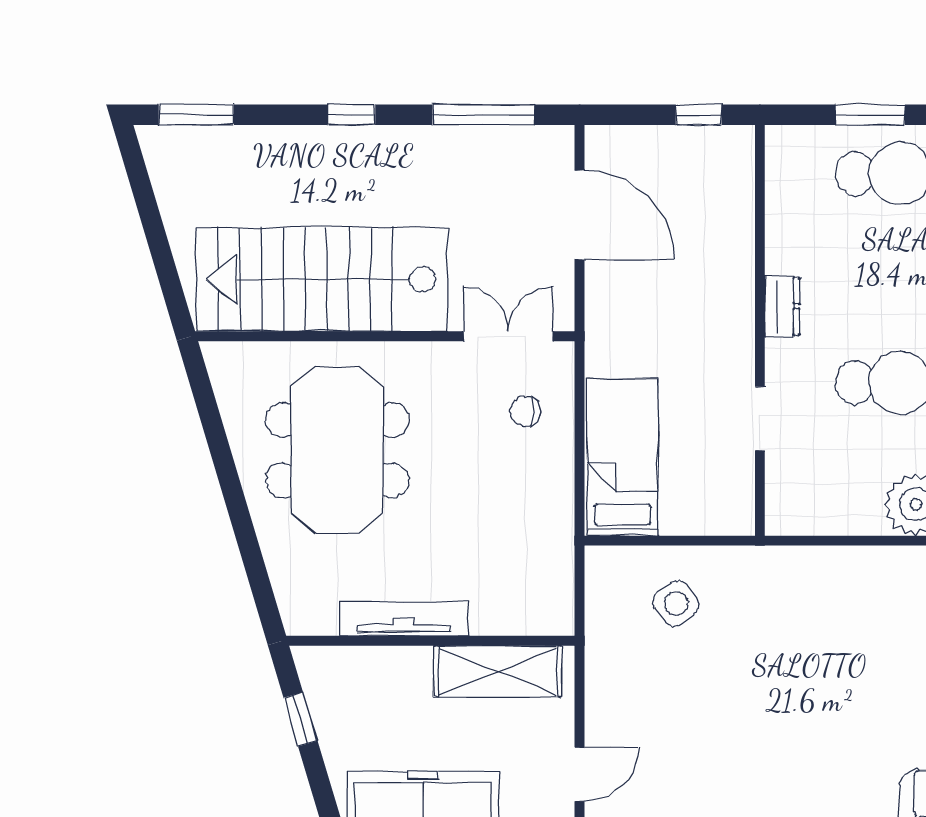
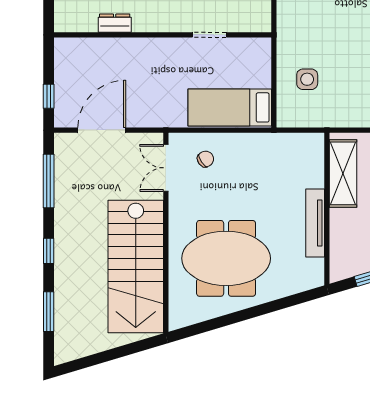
window: (196, 115) -> (49, 312), moved
window: (699, 115) -> (49, 96), moved
dresser: (782, 306) -> (115, 23), moved
chair: (525, 411) -> (205, 159), turned -124
side table: (676, 603) -> (307, 79), turned 36

